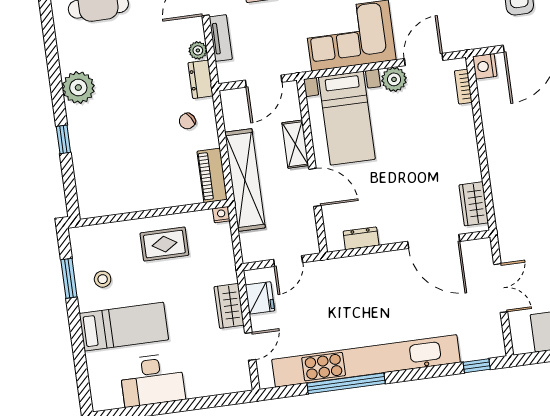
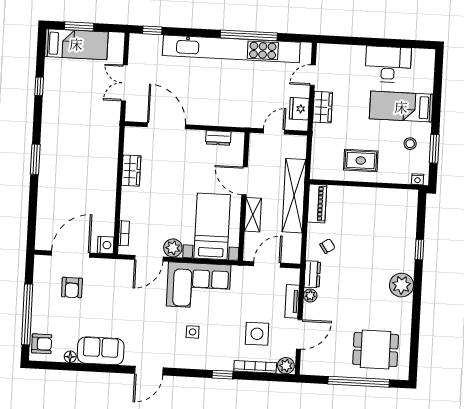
wardrobe: (474, 204) -> (131, 171), moved
nightstand: (221, 215) -> (418, 179), moved

